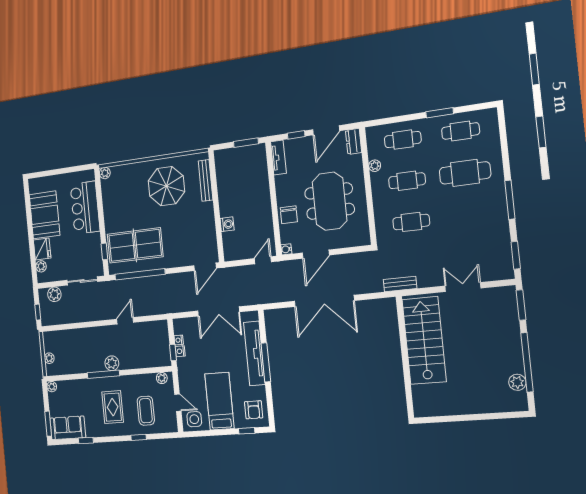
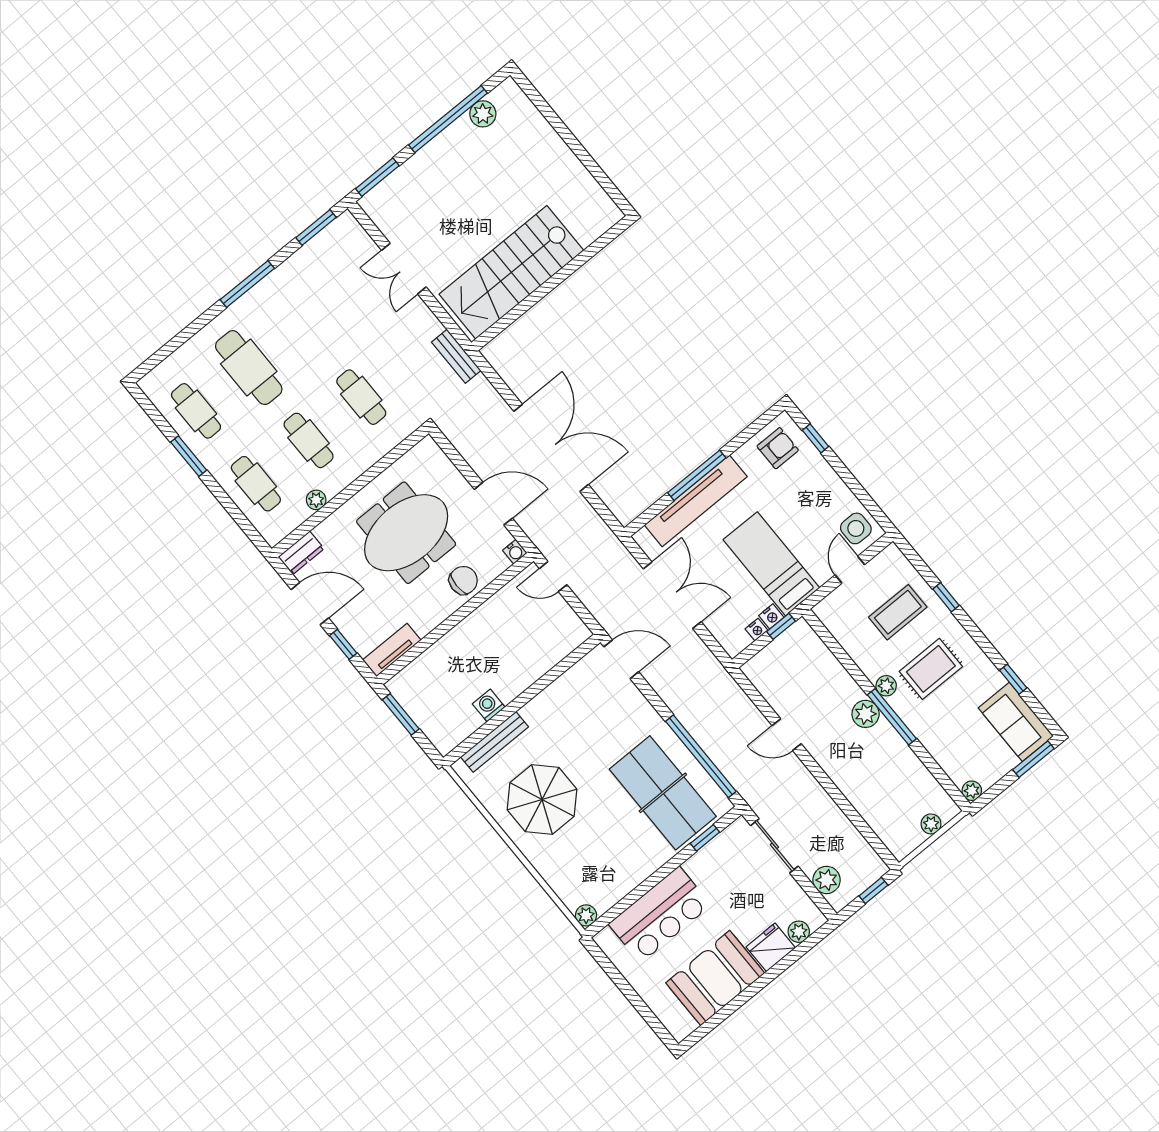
washing machine: (227, 224) -> (489, 705), moved
plant: (162, 378) -> (886, 686), moved
bed: (219, 401) -> (771, 564), moved, turned 90

